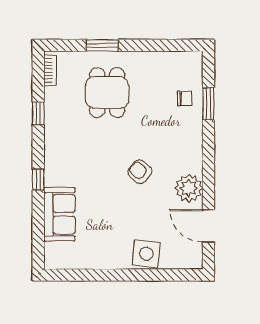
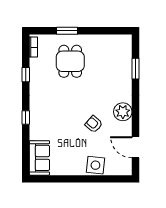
chair: (185, 98) -> (120, 65), removed
armchair: (140, 172) -> (94, 124), moved
plant: (189, 188) -> (123, 112), moved
sofa: (59, 214) -> (39, 158), moved

